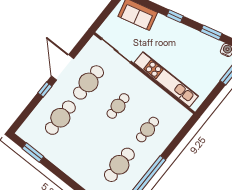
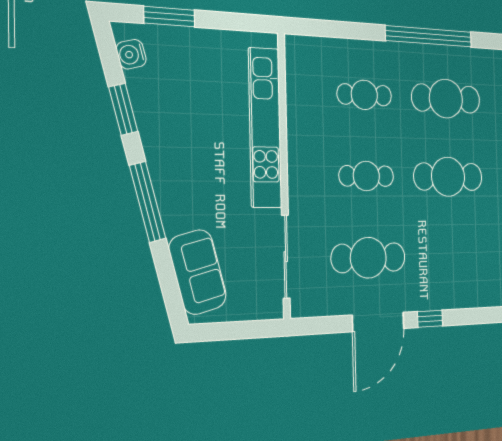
window: (175, 16) -> (147, 202), width x2.17
cafe table: (60, 118) -> (448, 177), moved

